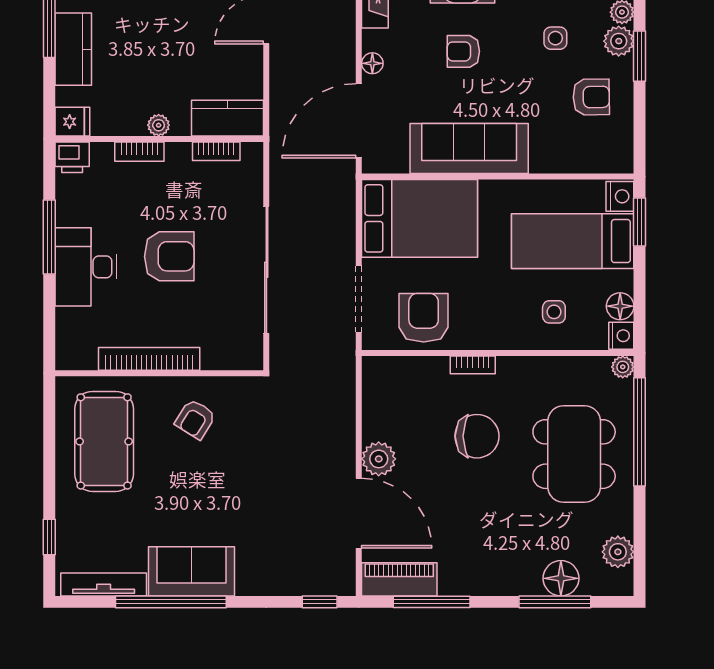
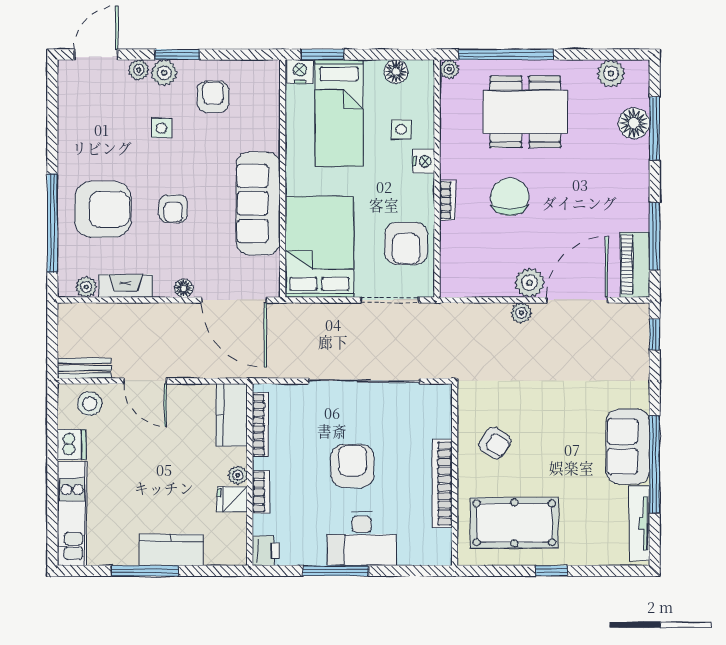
fridge: (72, 122) -> (232, 499), moved, turned -90
bookcase: (216, 151) -> (261, 425), width x1.56
armchair: (424, 318) -> (406, 243), turned -90
nightstand: (621, 336) -> (424, 161), moved, turned 90
plant: (344, 449) -> (521, 313), added
window: (49, 537) -> (551, 571), moved

